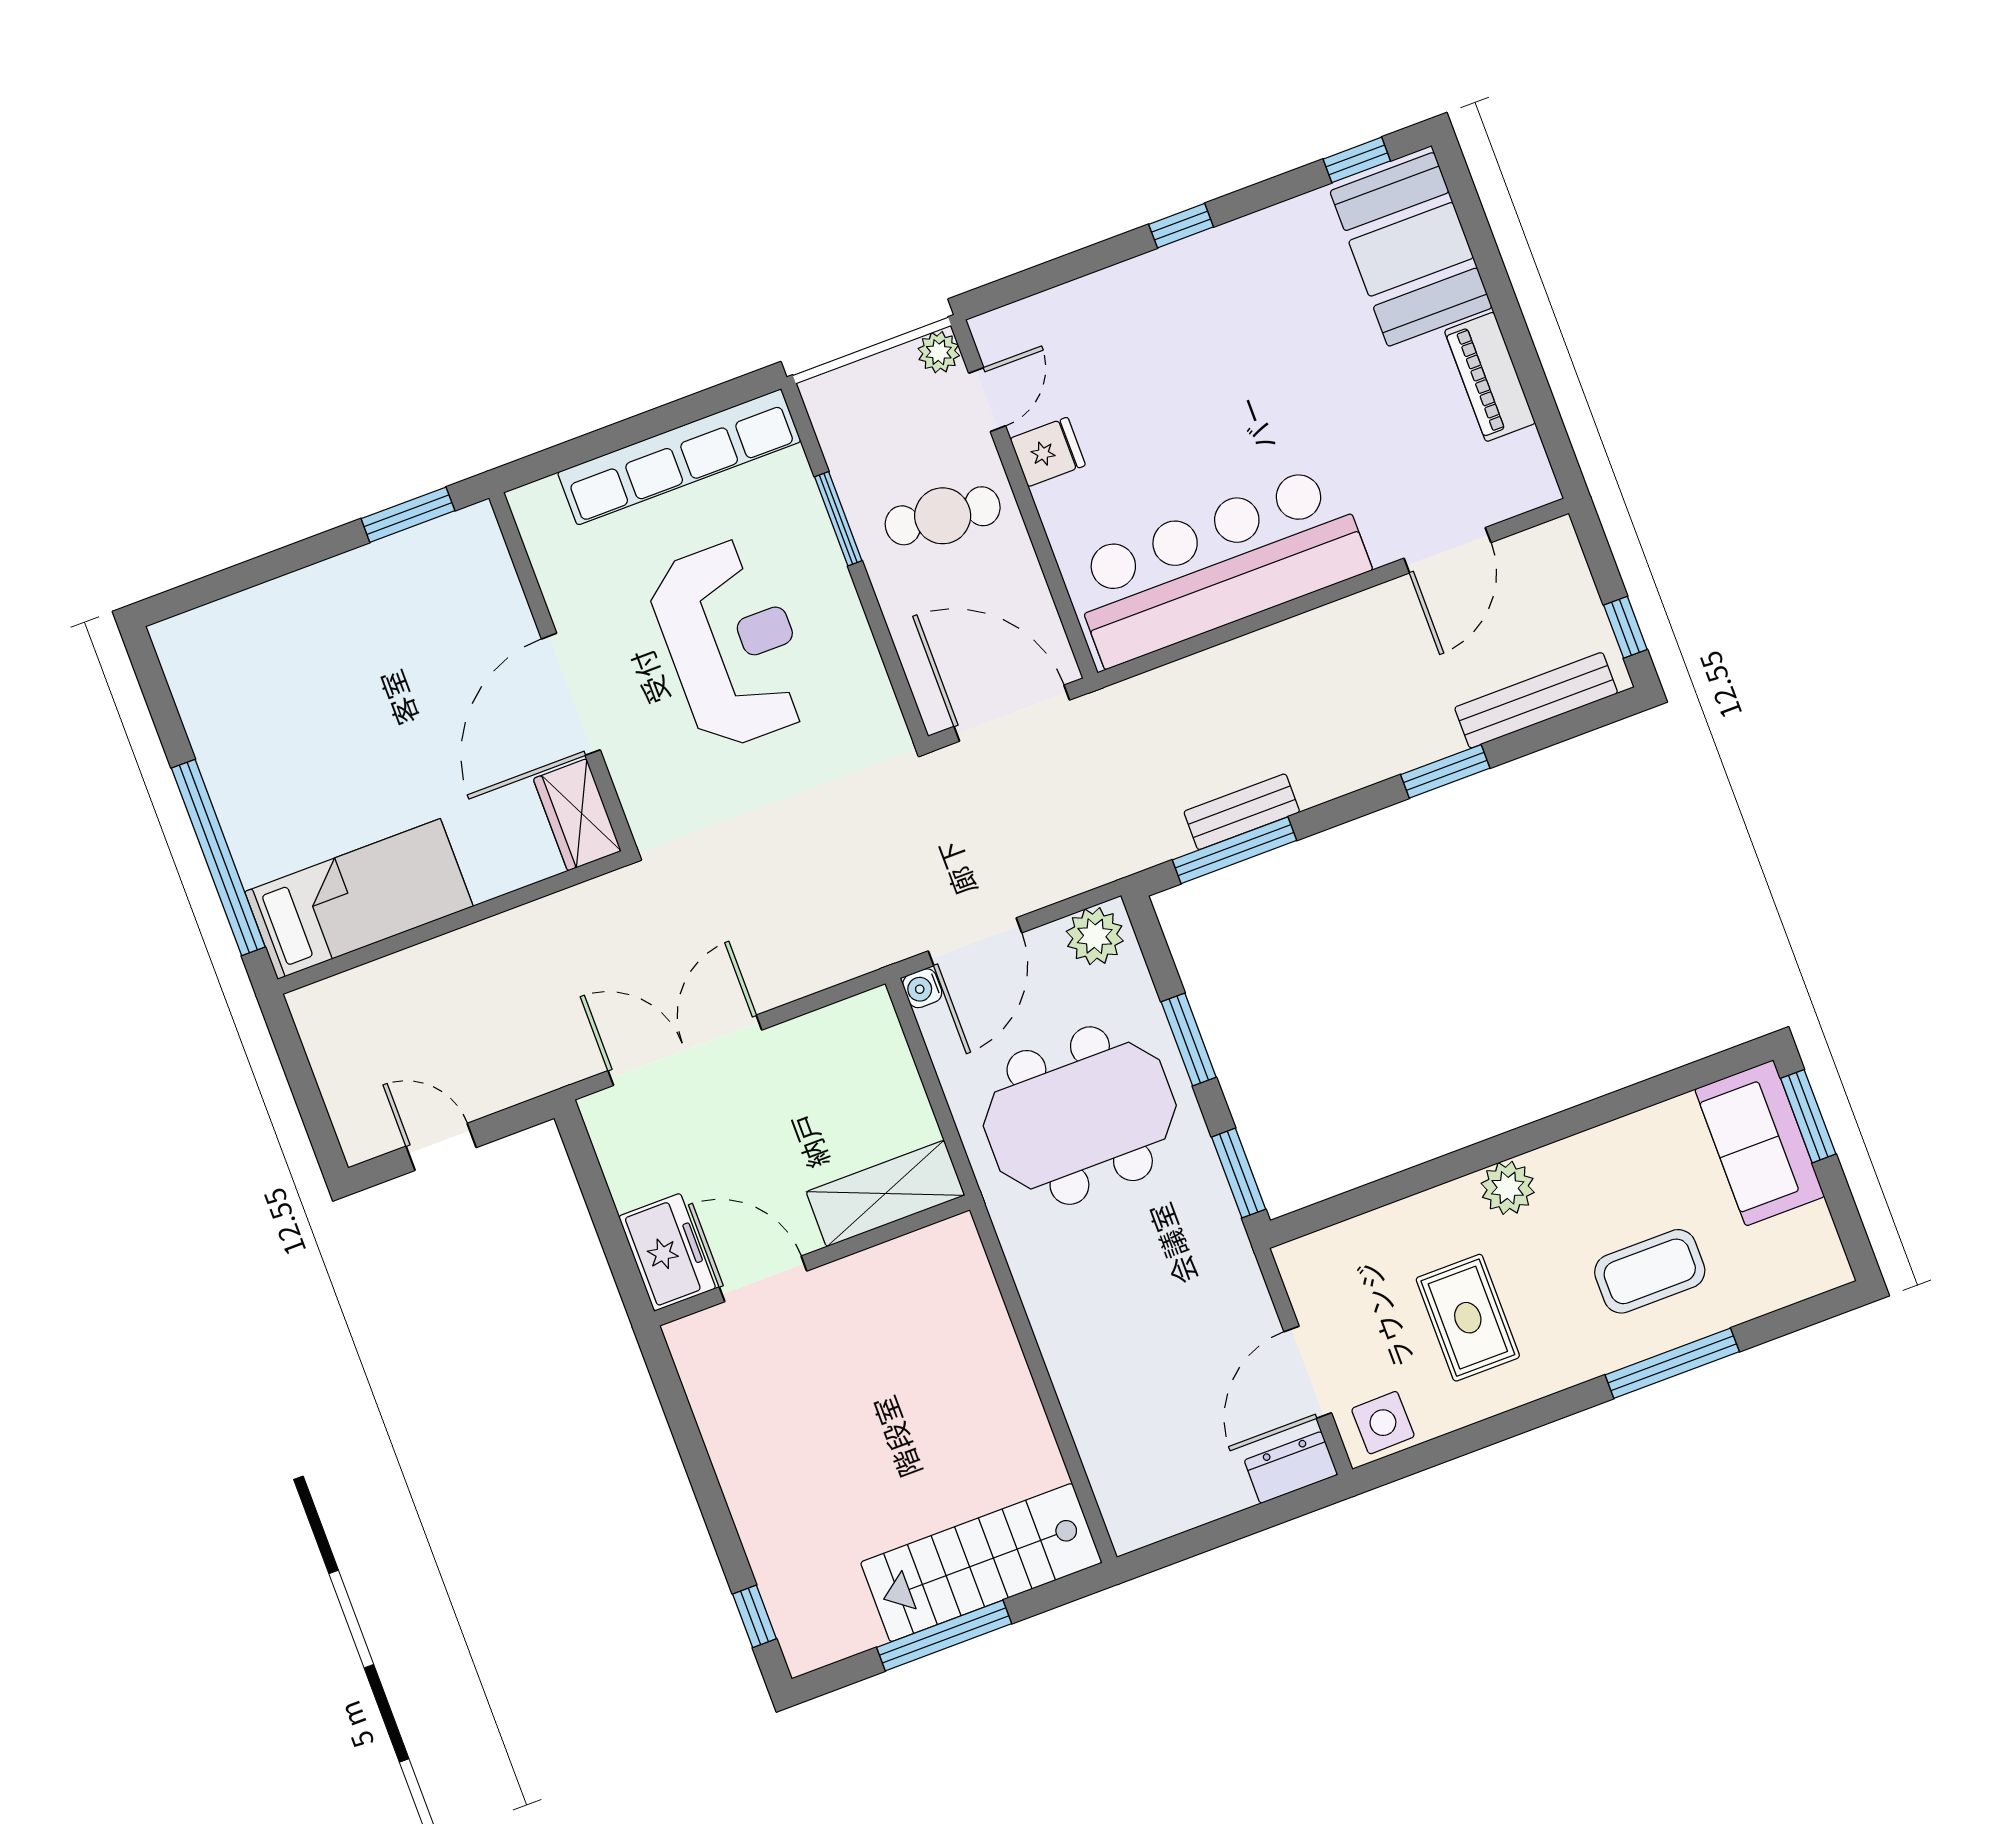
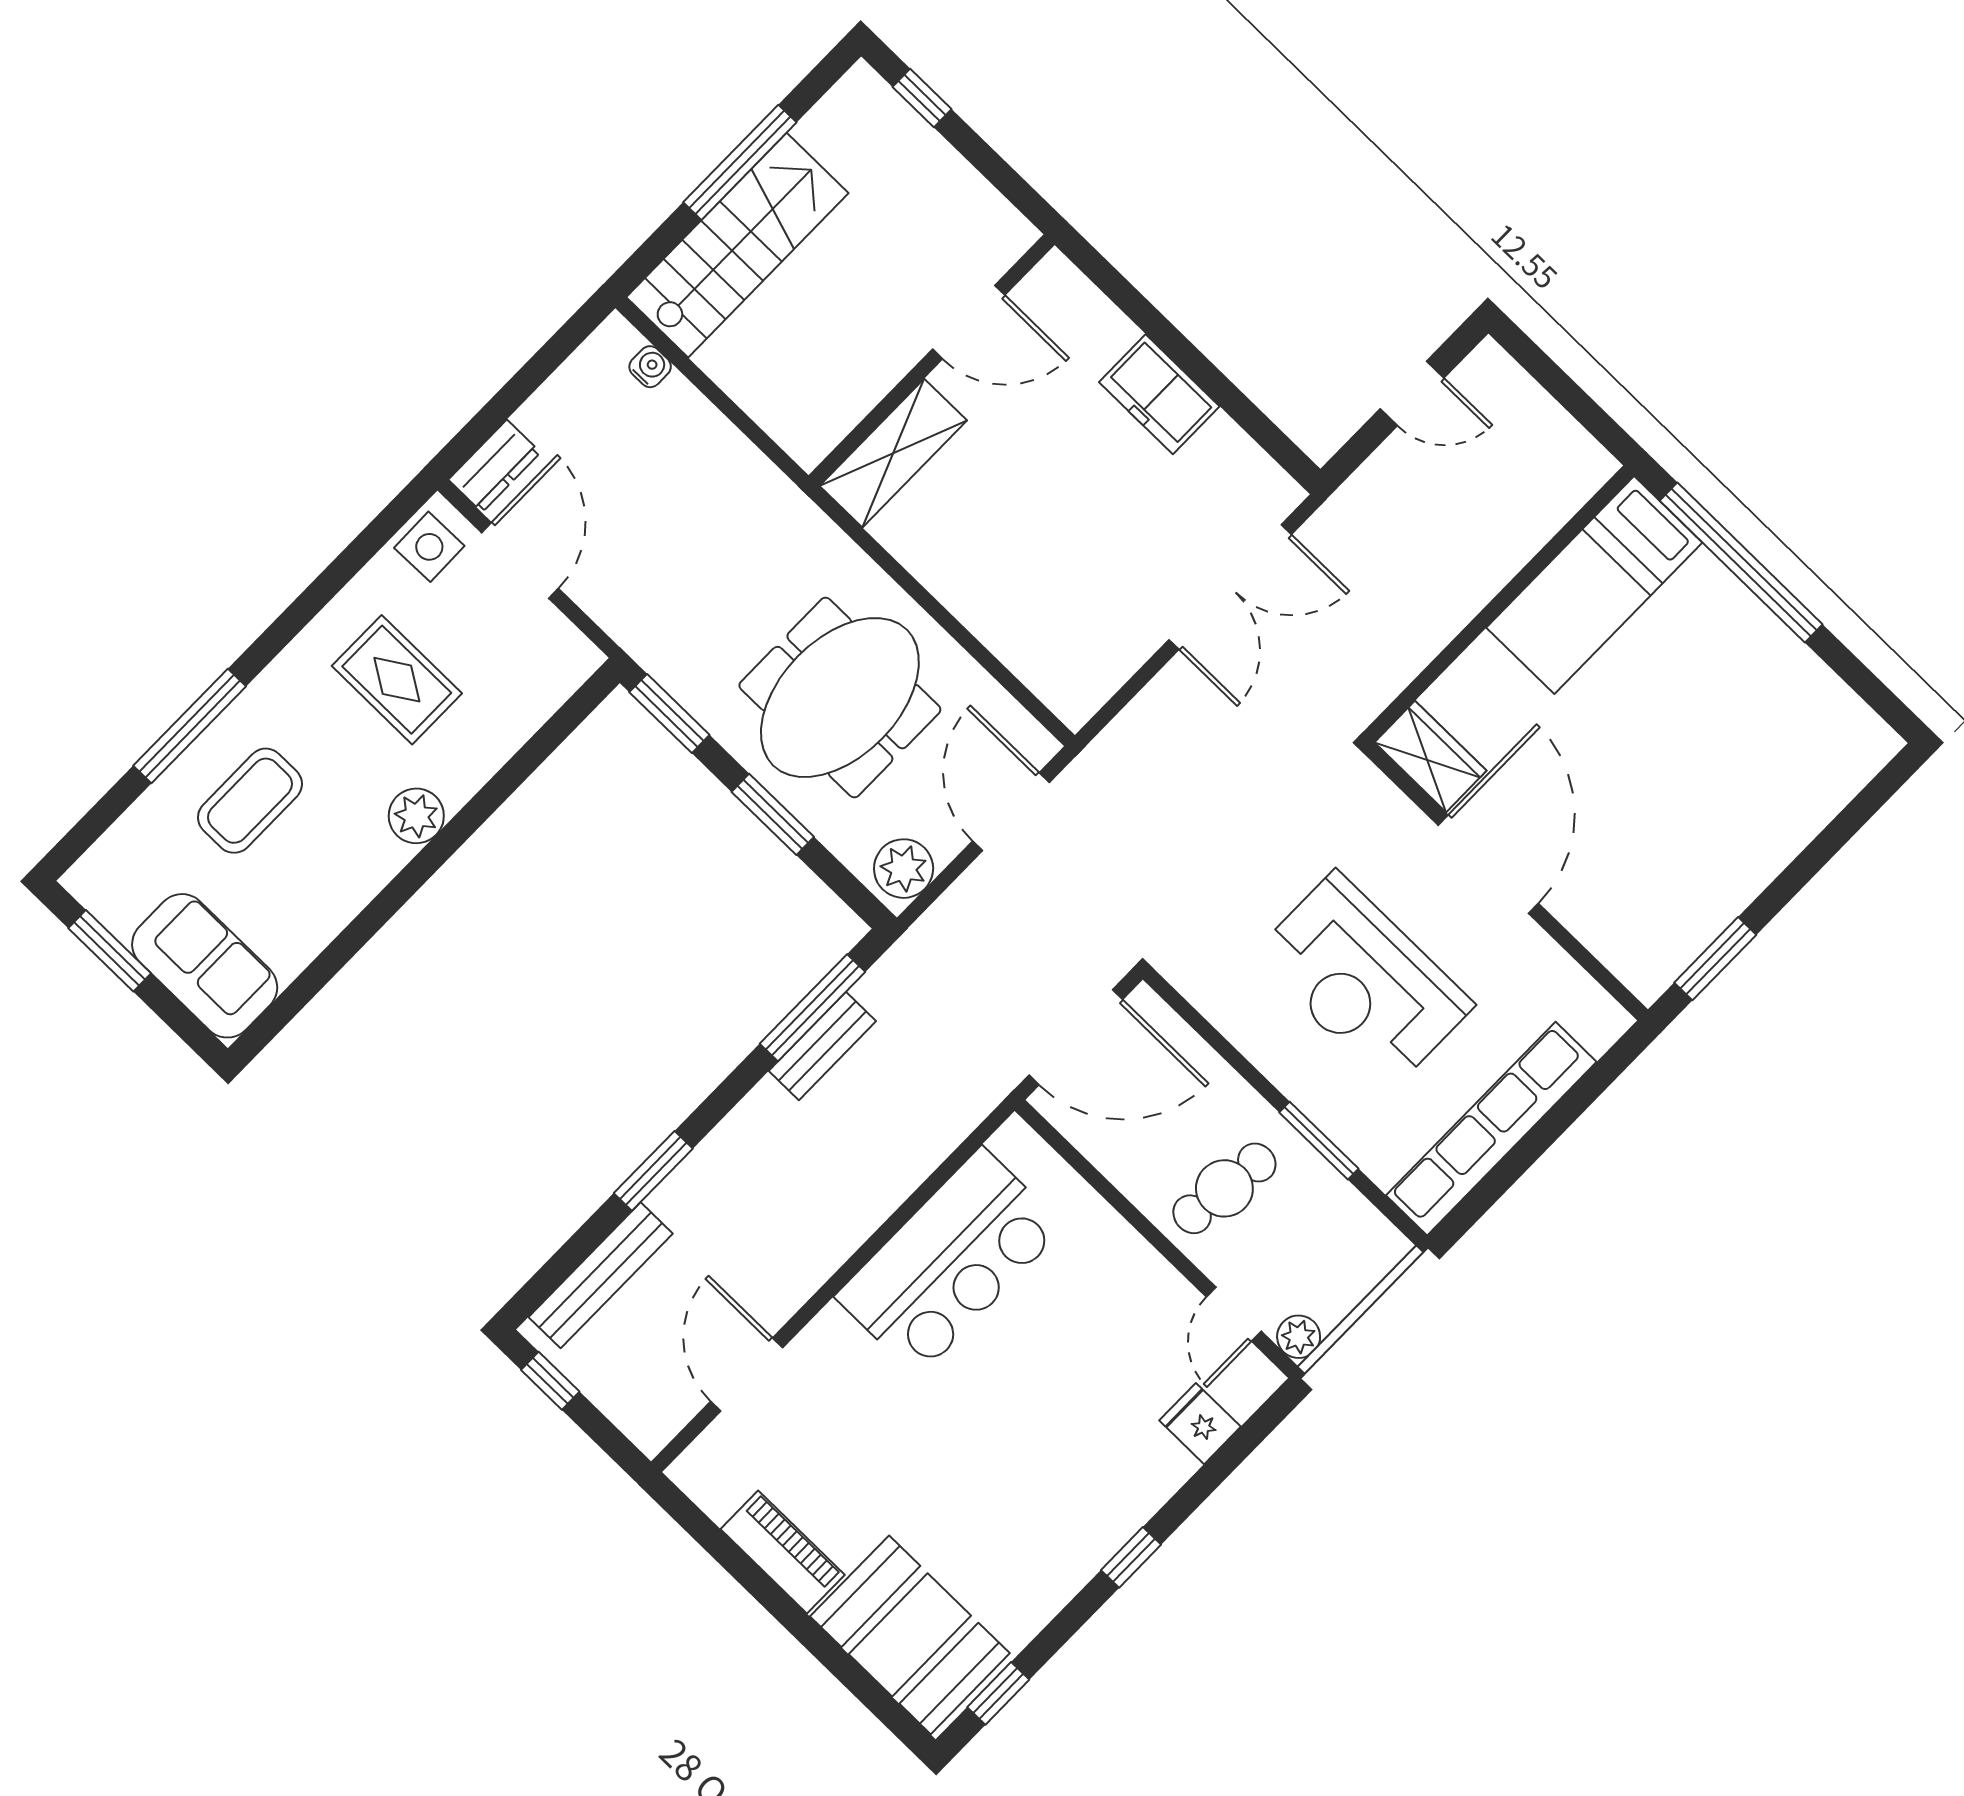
fridge: (1048, 452) -> (1200, 1424), moved, turned 90
bar counter: (1219, 566) -> (950, 1262), width x0.73
water cooler: (922, 988) -> (650, 367), moved
window: (1808, 1116) -> (110, 951), moved
shelving: (885, 1194) -> (893, 453), moved
wall: (812, 1261) -> (932, 360), moved
door: (763, 1279) -> (969, 322), moved

